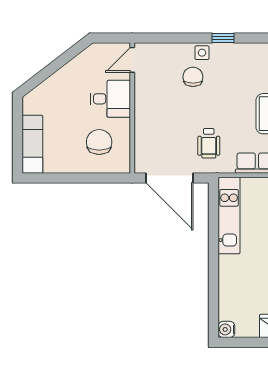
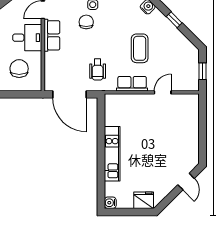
row of seats: (145, 96) -> (52, 35), added
kitchen unit: (229, 215) -> (112, 154), moved

